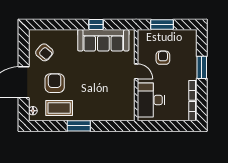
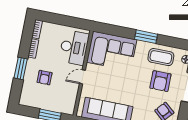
armchair: (163, 58) -> (45, 78), moved
door: (136, 71) -> (82, 77), hinge flipped
corner sofa: (111, 104) -> (112, 51), added

